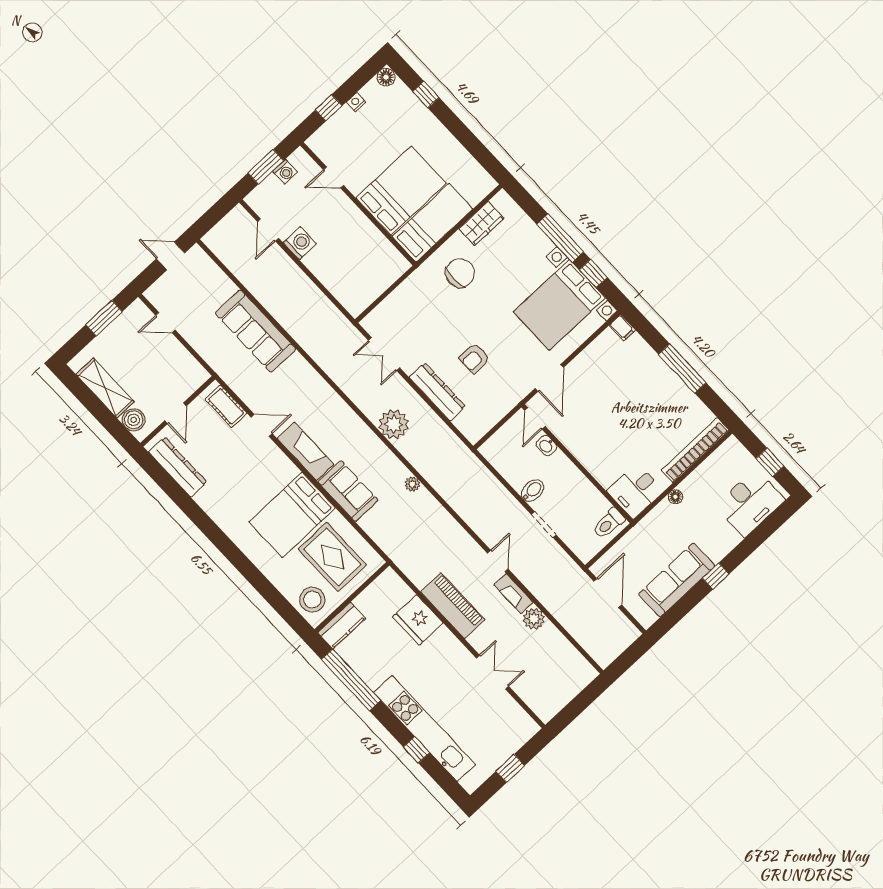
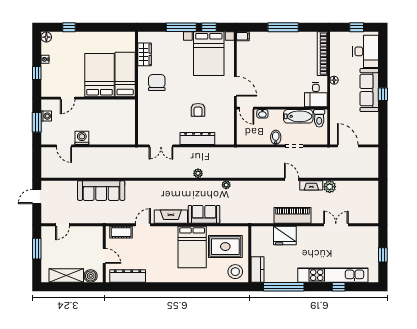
plant: (394, 424) -> (198, 173), width x0.53, depth x0.53
bathtub: (586, 494) -> (298, 116), added
sofa: (677, 580) -> (369, 90), moved

